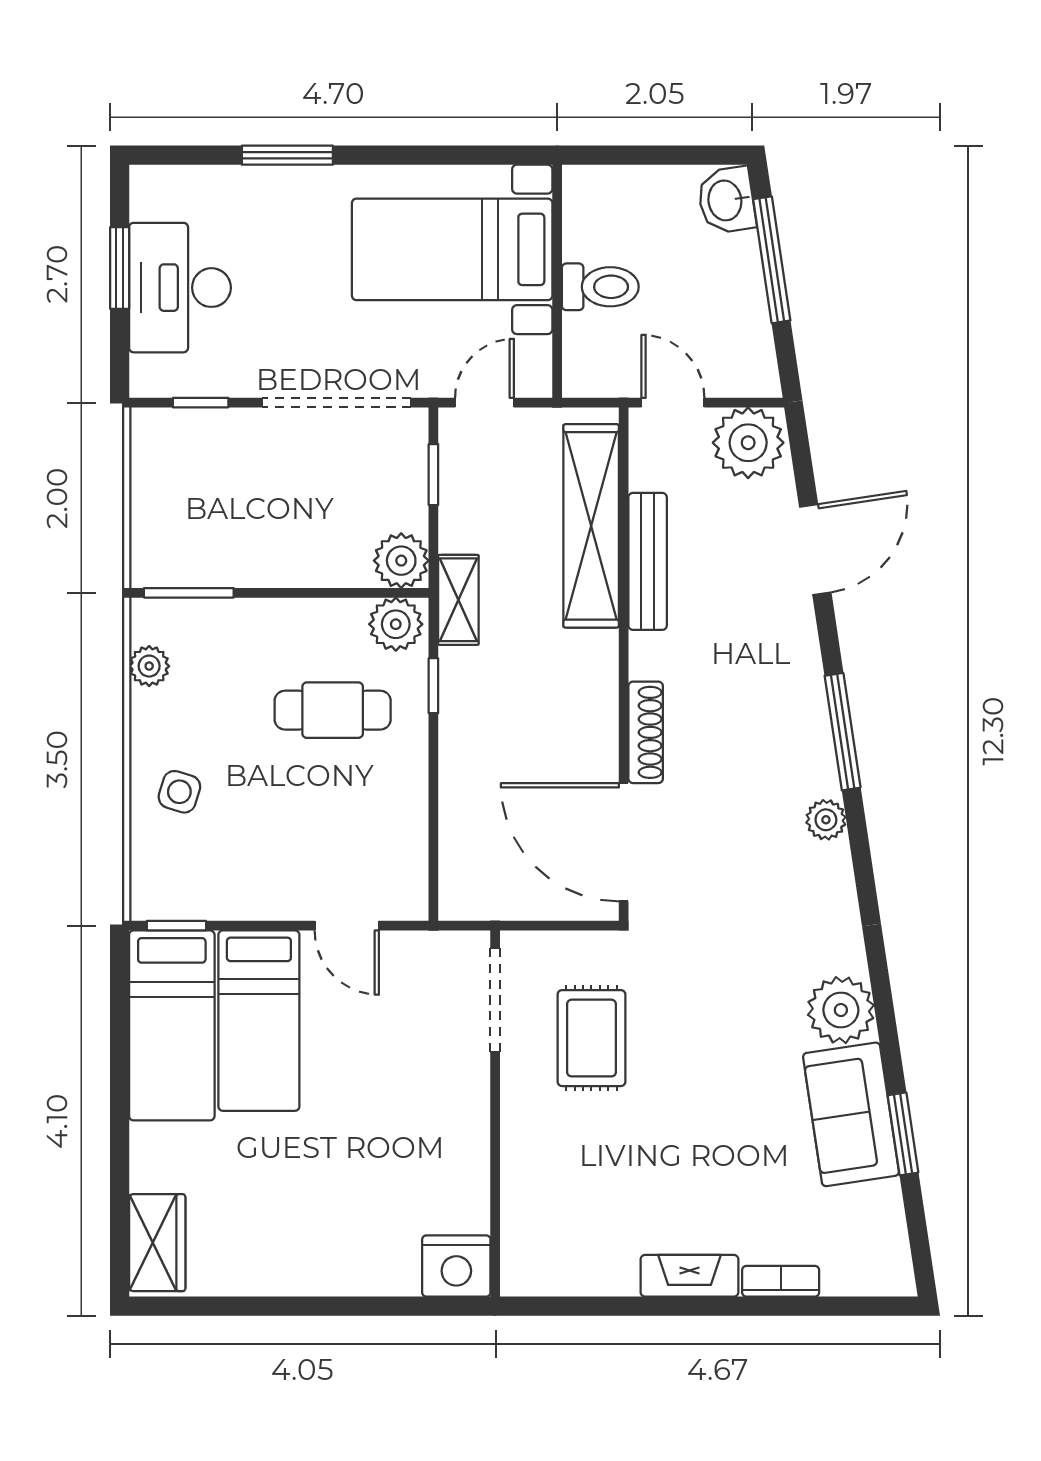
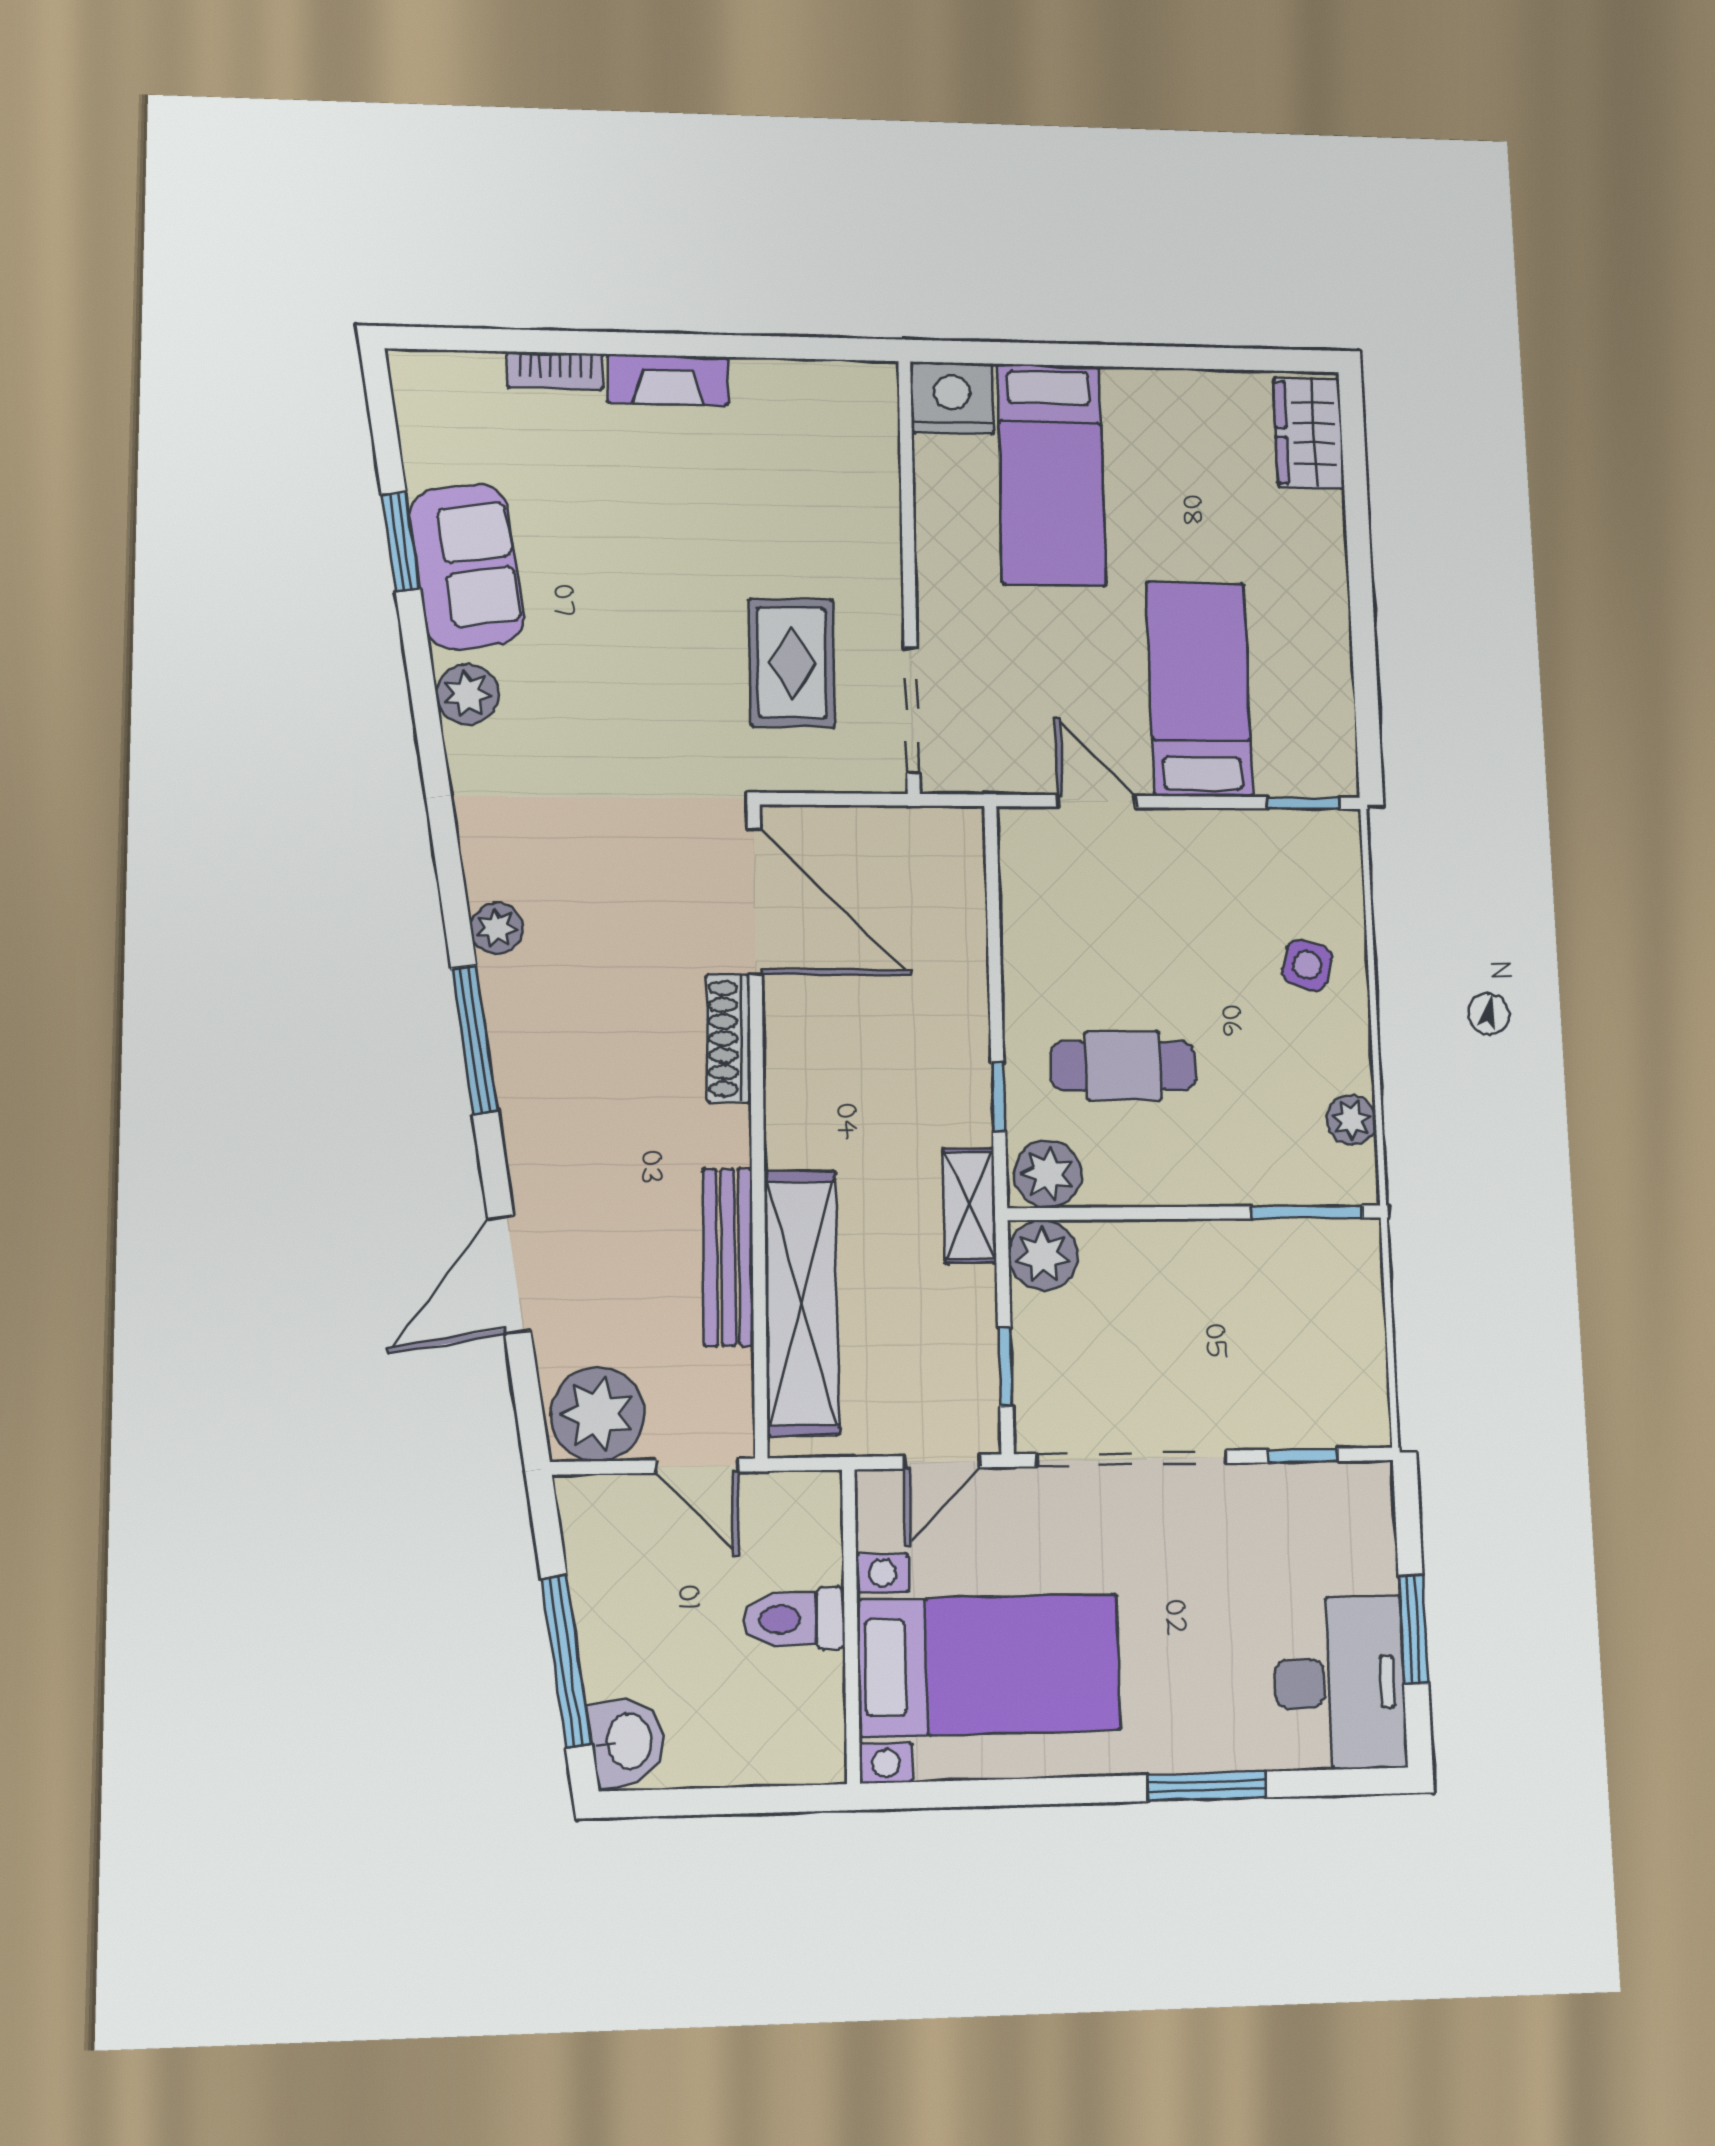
desk: (180, 288) -> (1340, 1683), moved
plant: (841, 1010) -> (467, 694), width x0.73, depth x0.73
bed: (172, 1025) -> (1051, 474), moved, turned 180

